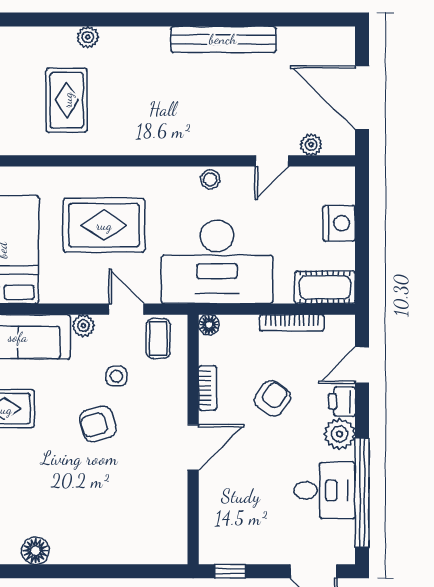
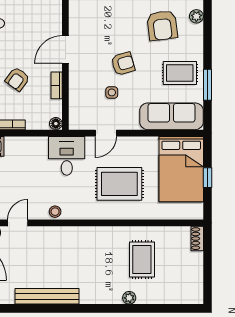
desk: (217, 262) -> (67, 156), width x0.53, depth x0.77
door: (126, 309) -> (106, 133), hinge flipped
plant: (83, 326) -> (132, 123), removed
coffee table: (158, 338) -> (87, 115), removed
armchair: (33, 487) -> (162, 25), added

